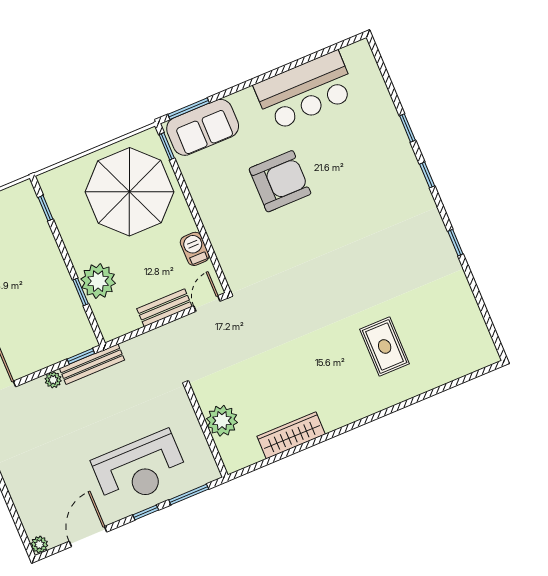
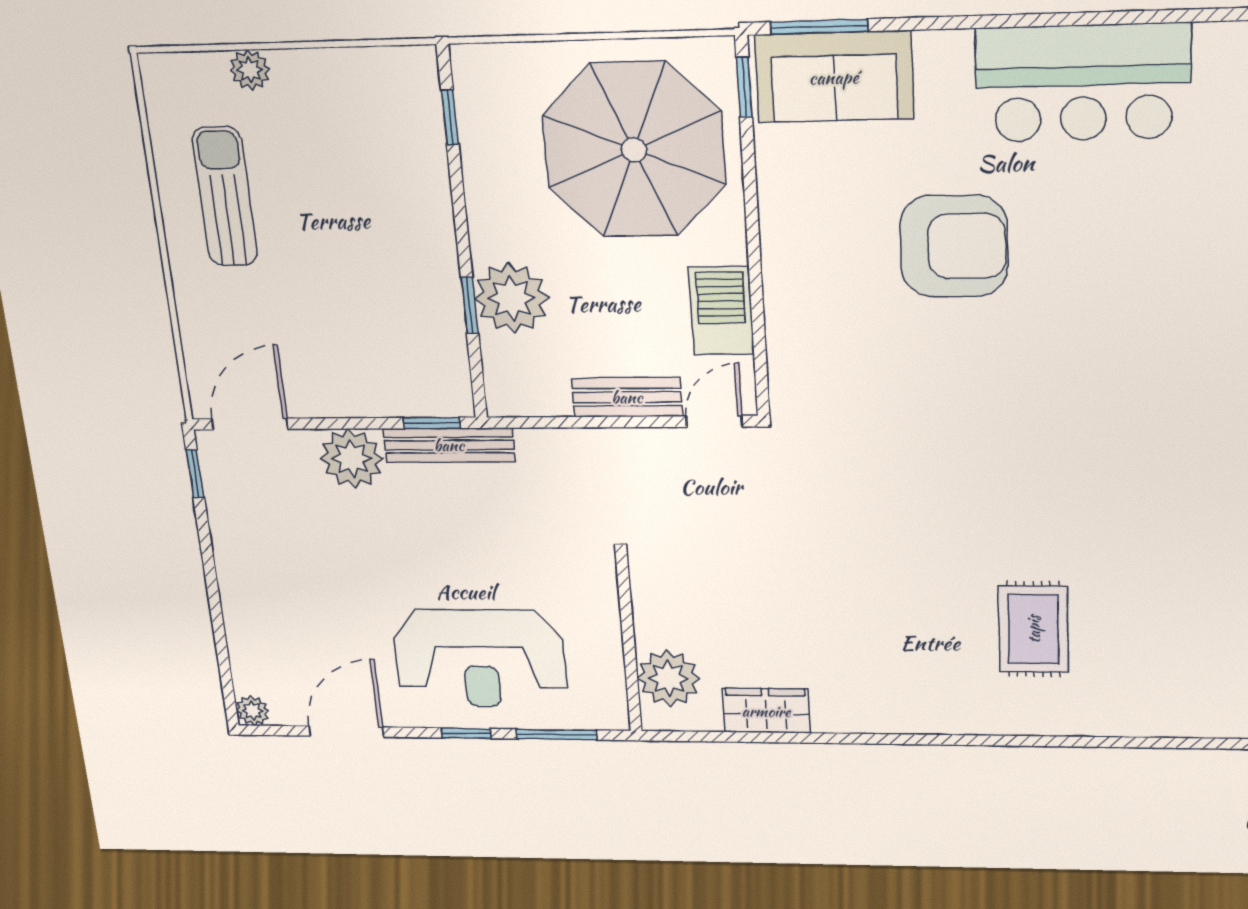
barbecue: (195, 249) -> (721, 311), width x1.38, depth x1.27
plant: (53, 380) -> (352, 458), width x1.88, depth x1.88
plant: (222, 421) -> (669, 678), moved
wardrobe: (291, 435) -> (766, 711), width x0.67

